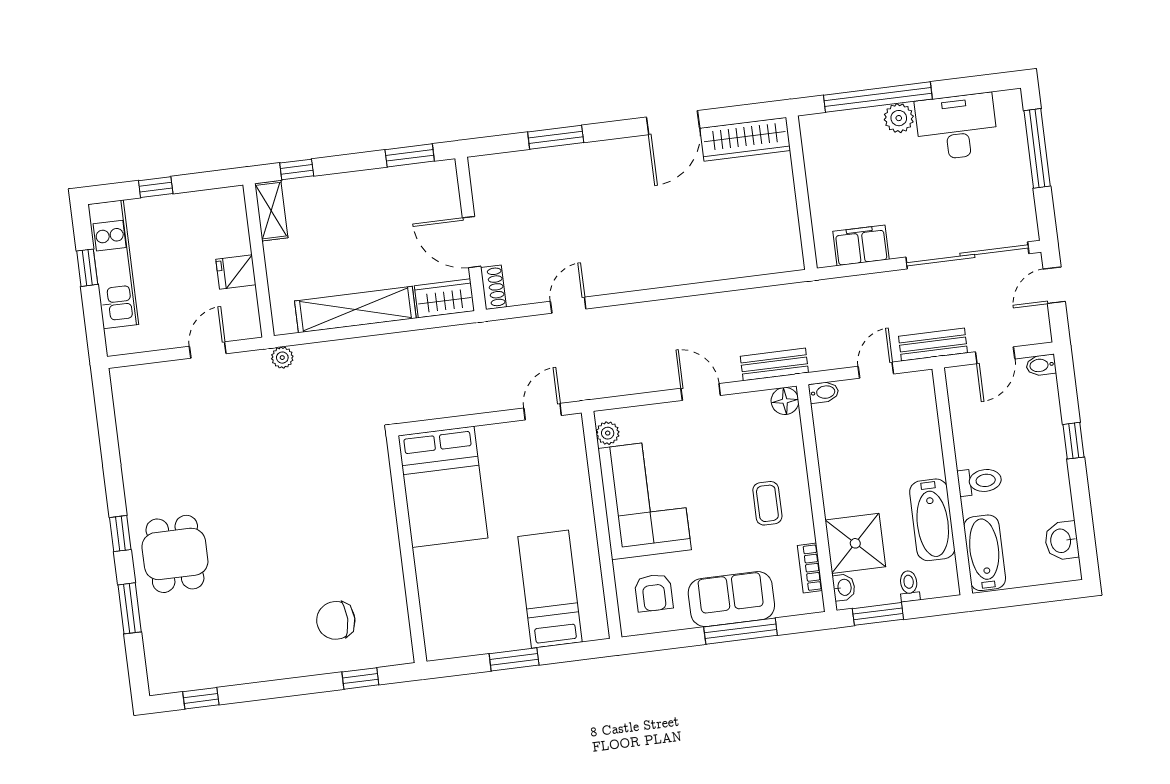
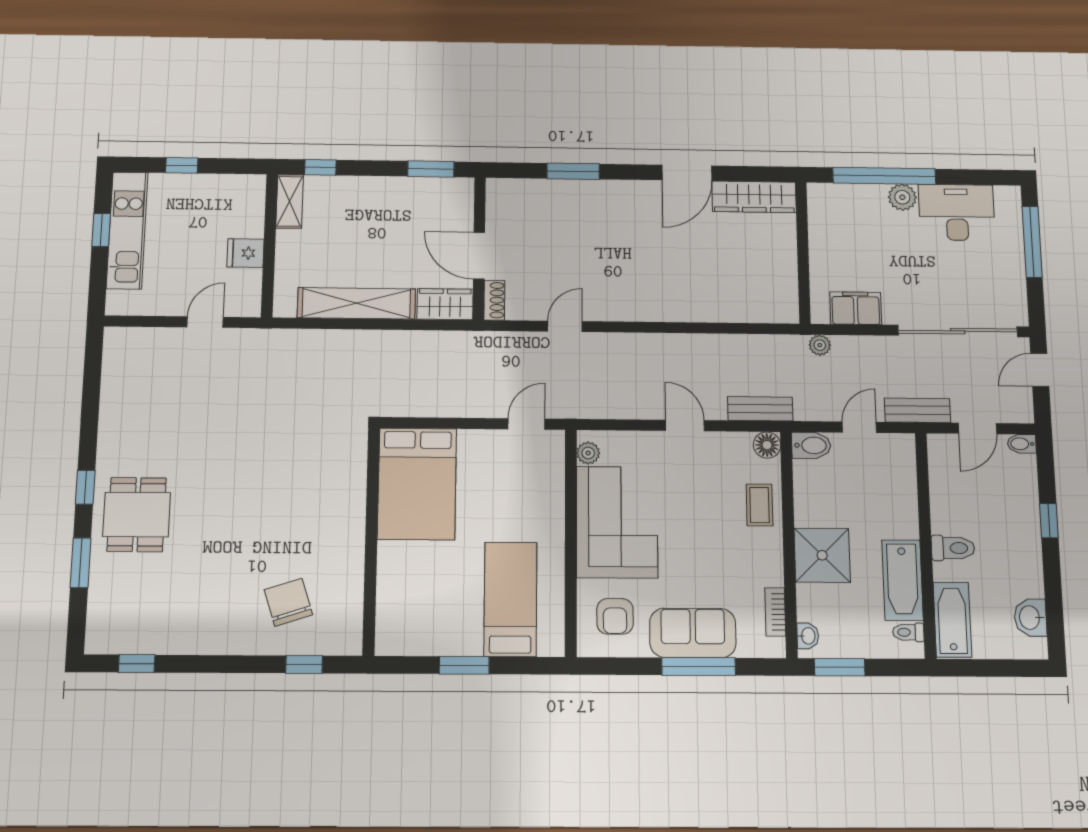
plant: (282, 358) -> (820, 345), moved
bidet: (824, 392) -> (811, 445), width x1.38, depth x1.36
coffee table: (767, 503) -> (759, 505), moved
shower: (855, 543) -> (822, 555), moved
toilet: (909, 586) -> (908, 632), moved, turned -90
chair: (336, 620) -> (288, 602), turned 72

